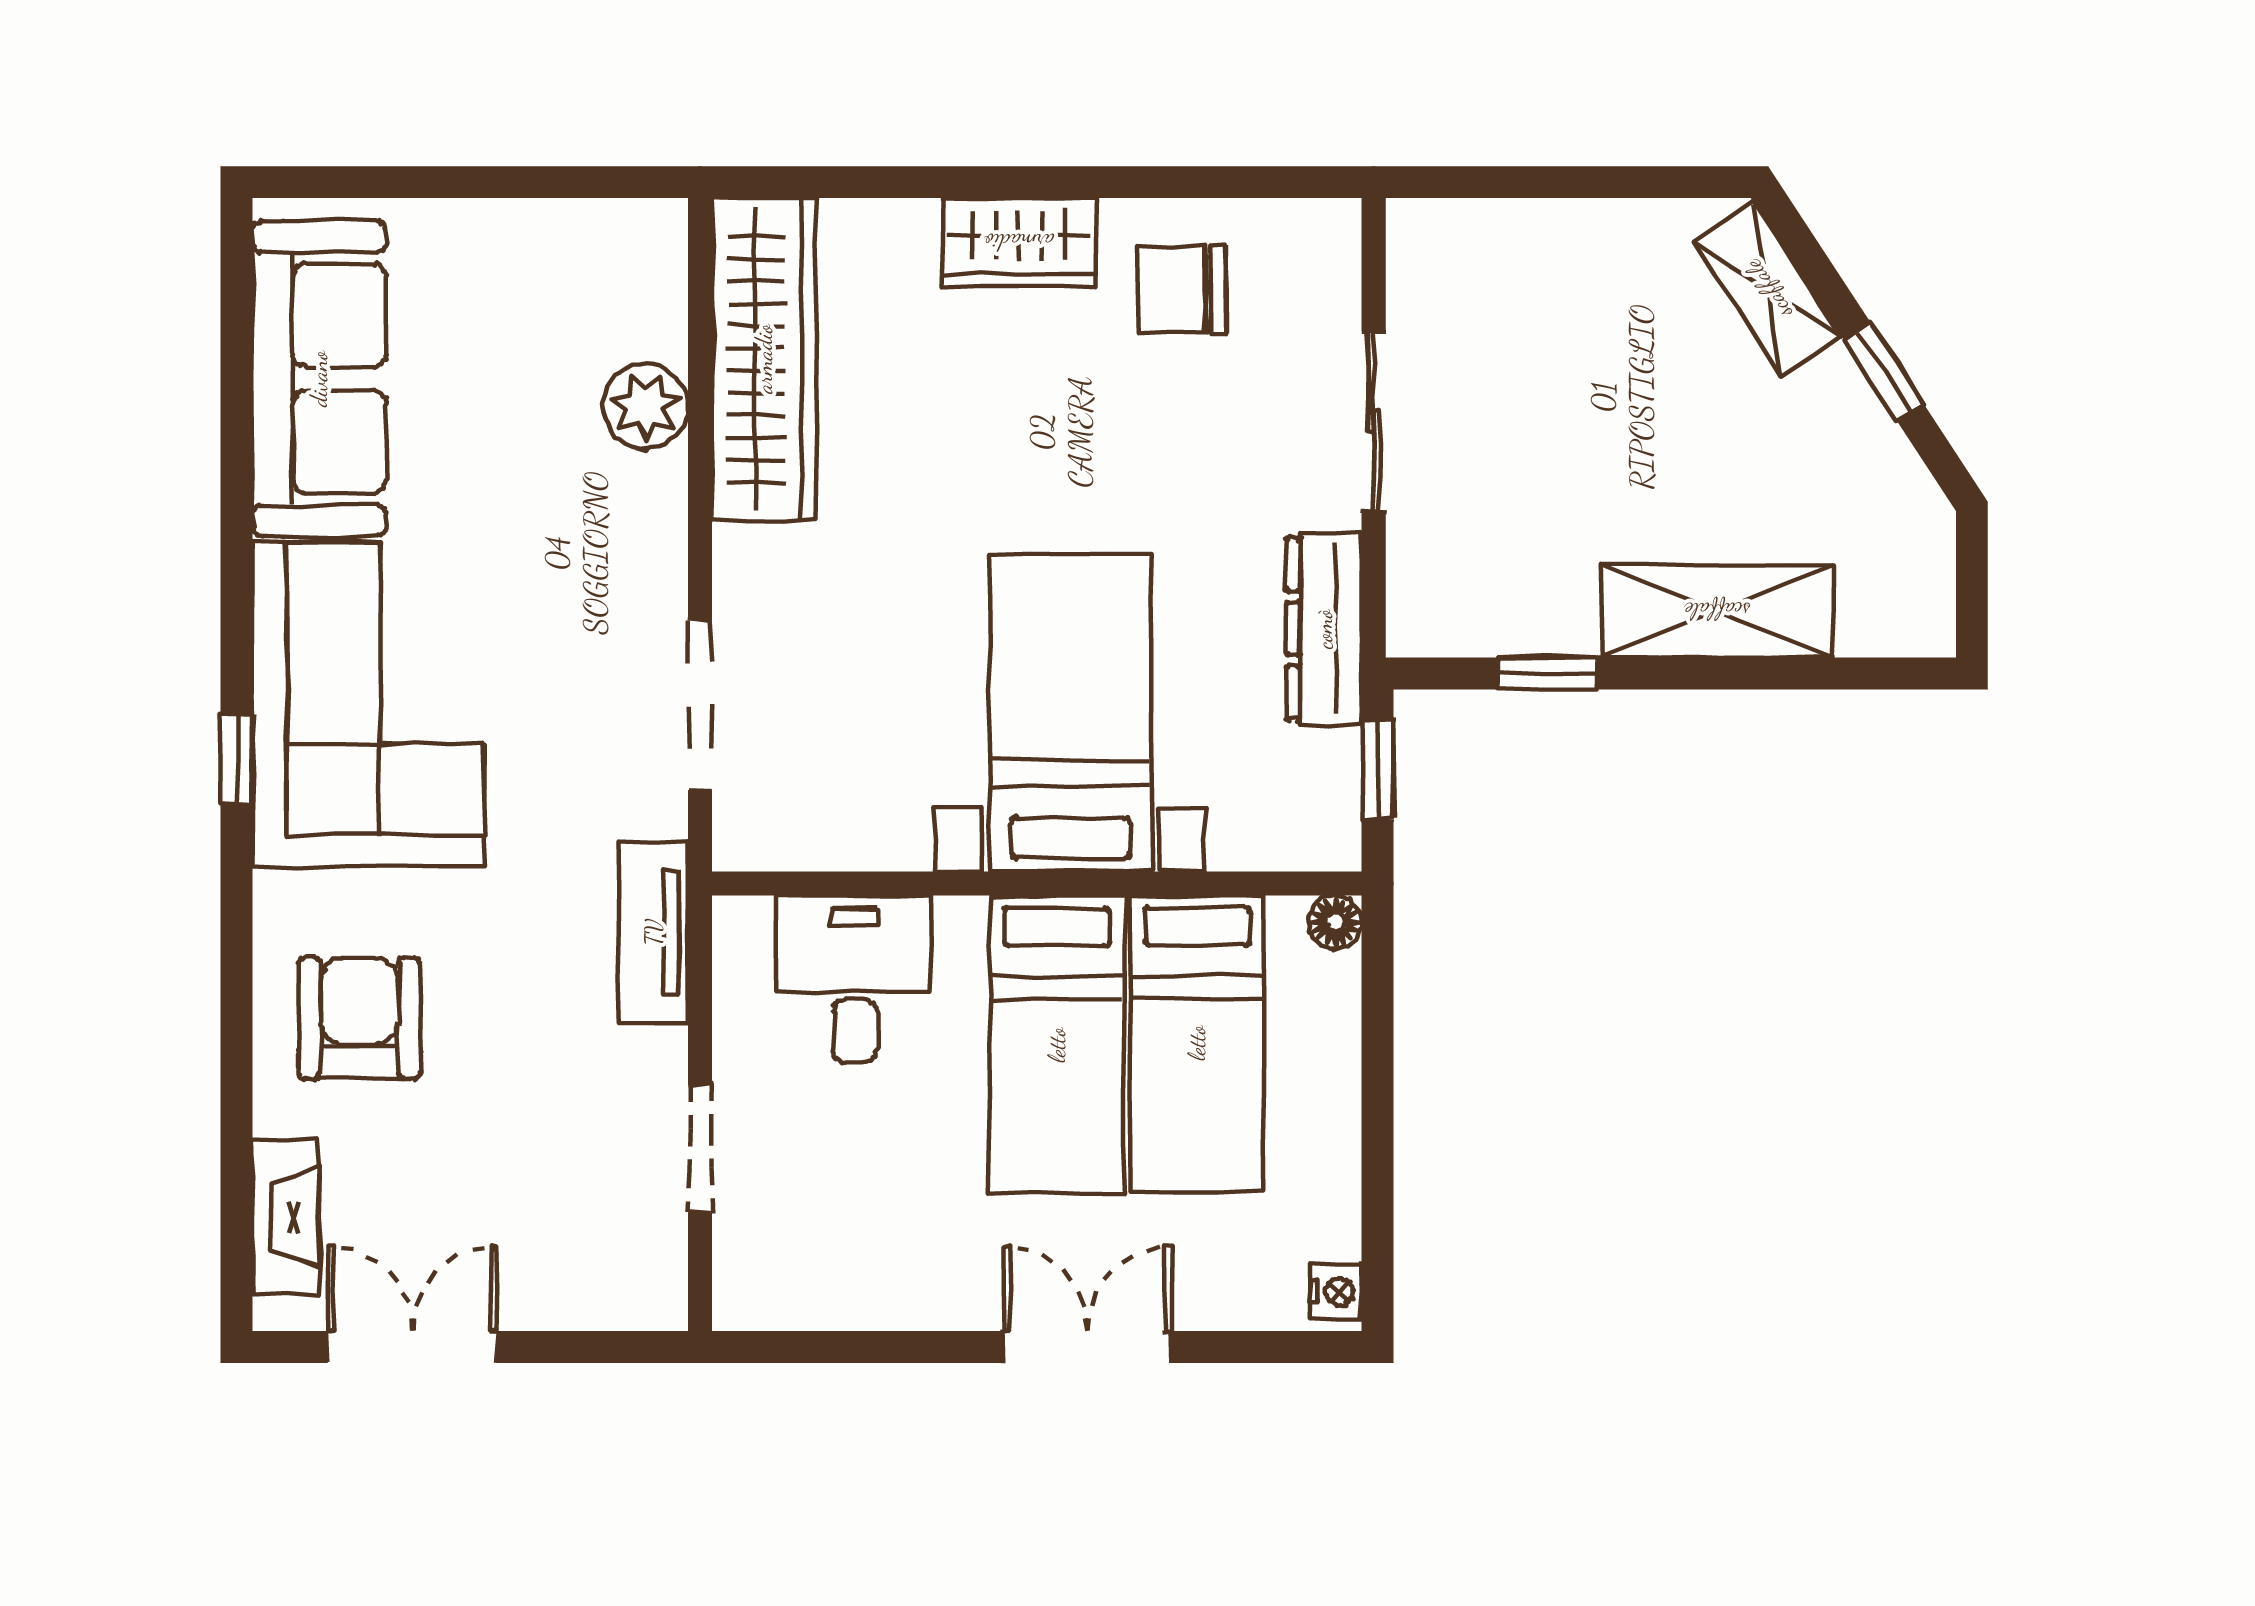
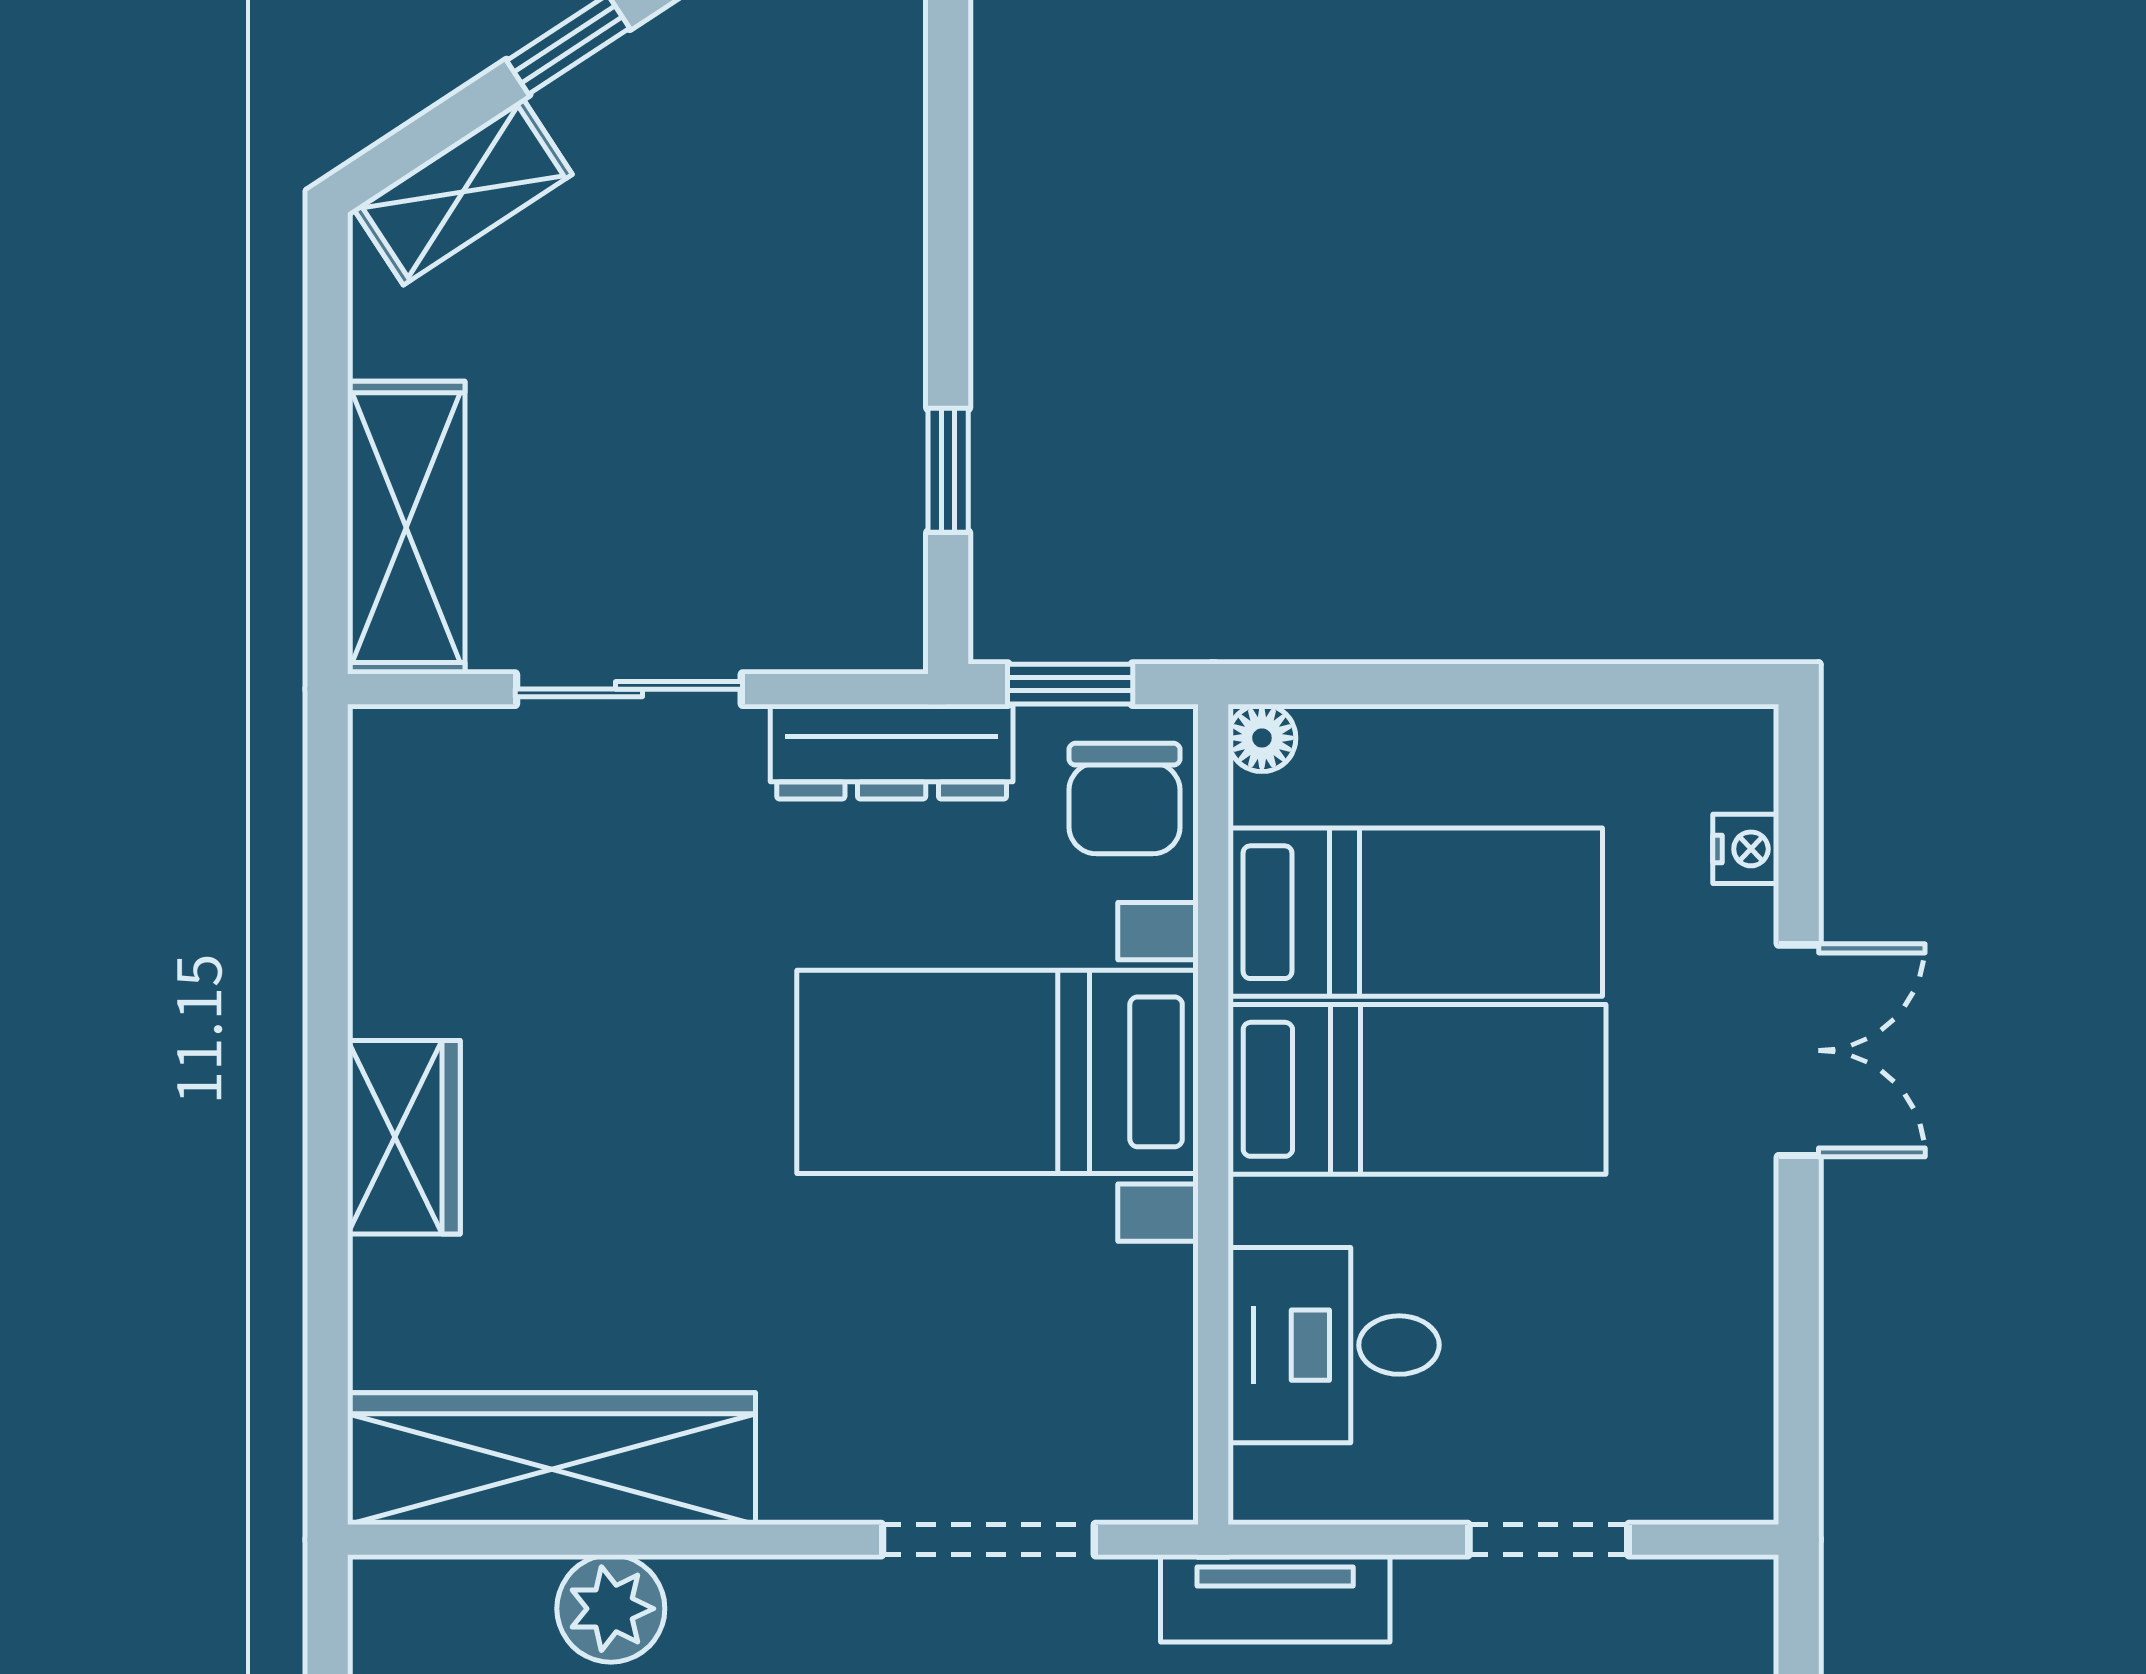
chair: (1182, 289) -> (1124, 798), moved
shelving: (1717, 611) -> (406, 528), moved
nightstand: (1336, 1291) -> (1746, 849), moved, turned 90
double door: (1088, 1347) -> (1799, 1050), swing flipped

